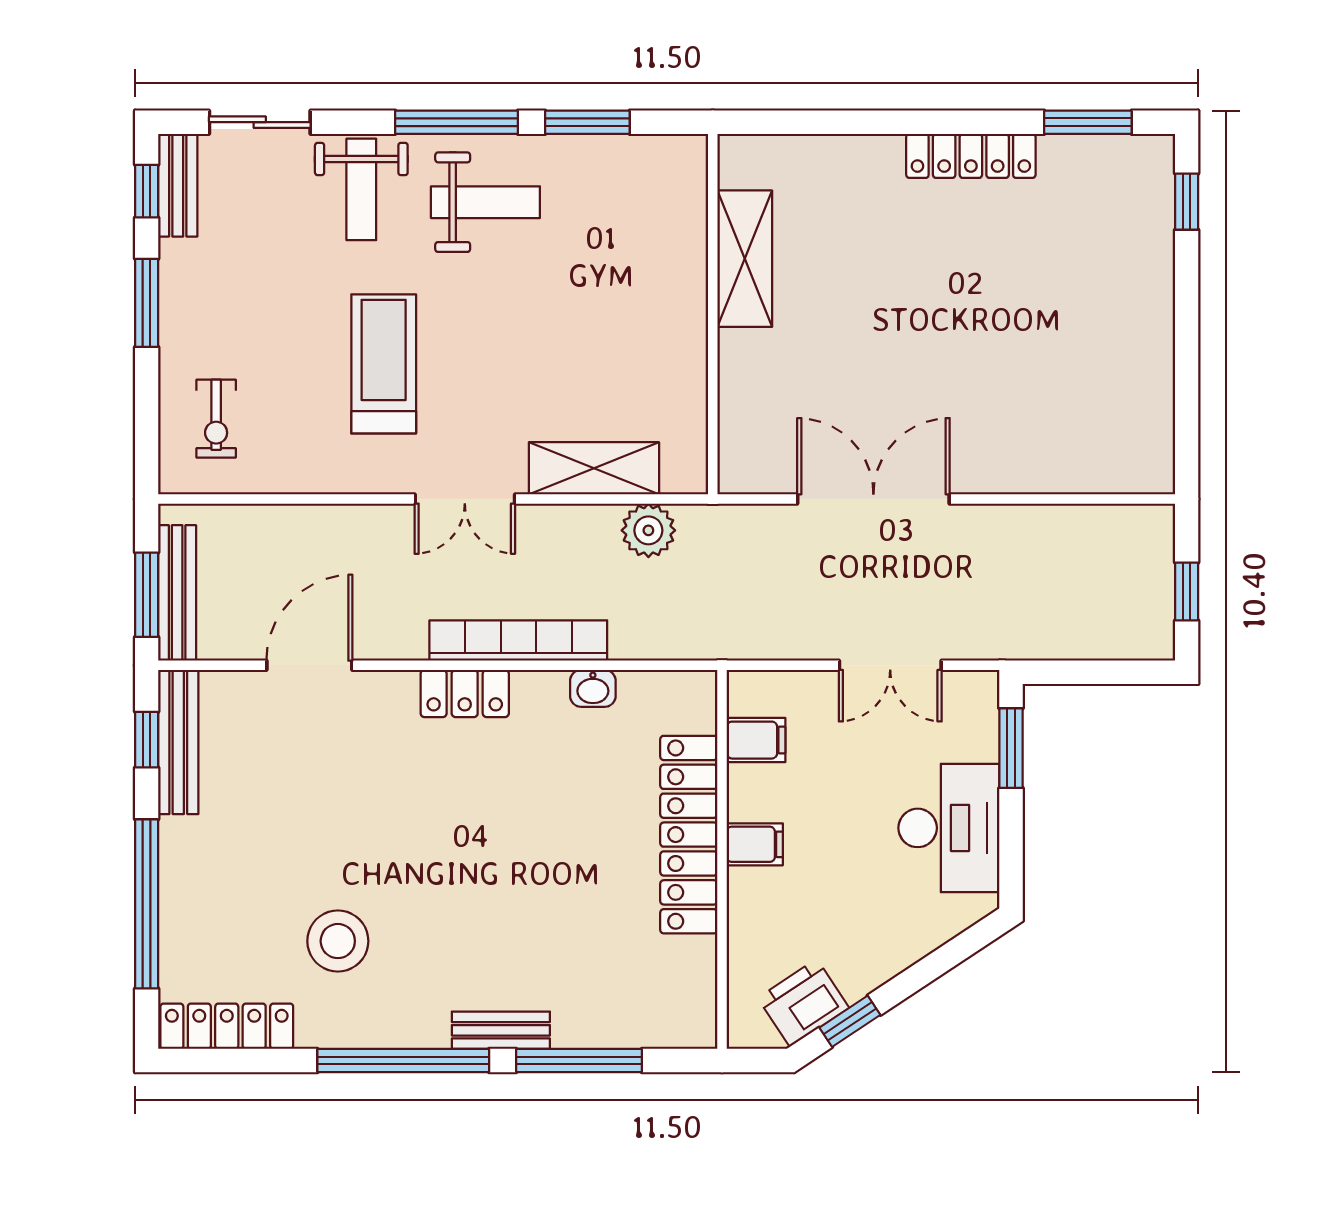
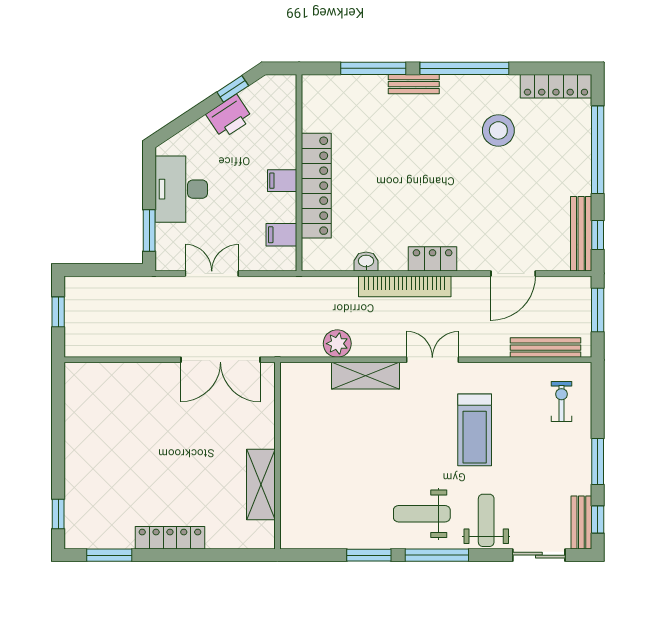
shelving: (745, 259) -> (261, 484), moved
wall: (713, 314) -> (277, 456), moved
bench: (177, 593) -> (545, 348), moved, turned 90
printer: (803, 1003) -> (229, 117), moved

